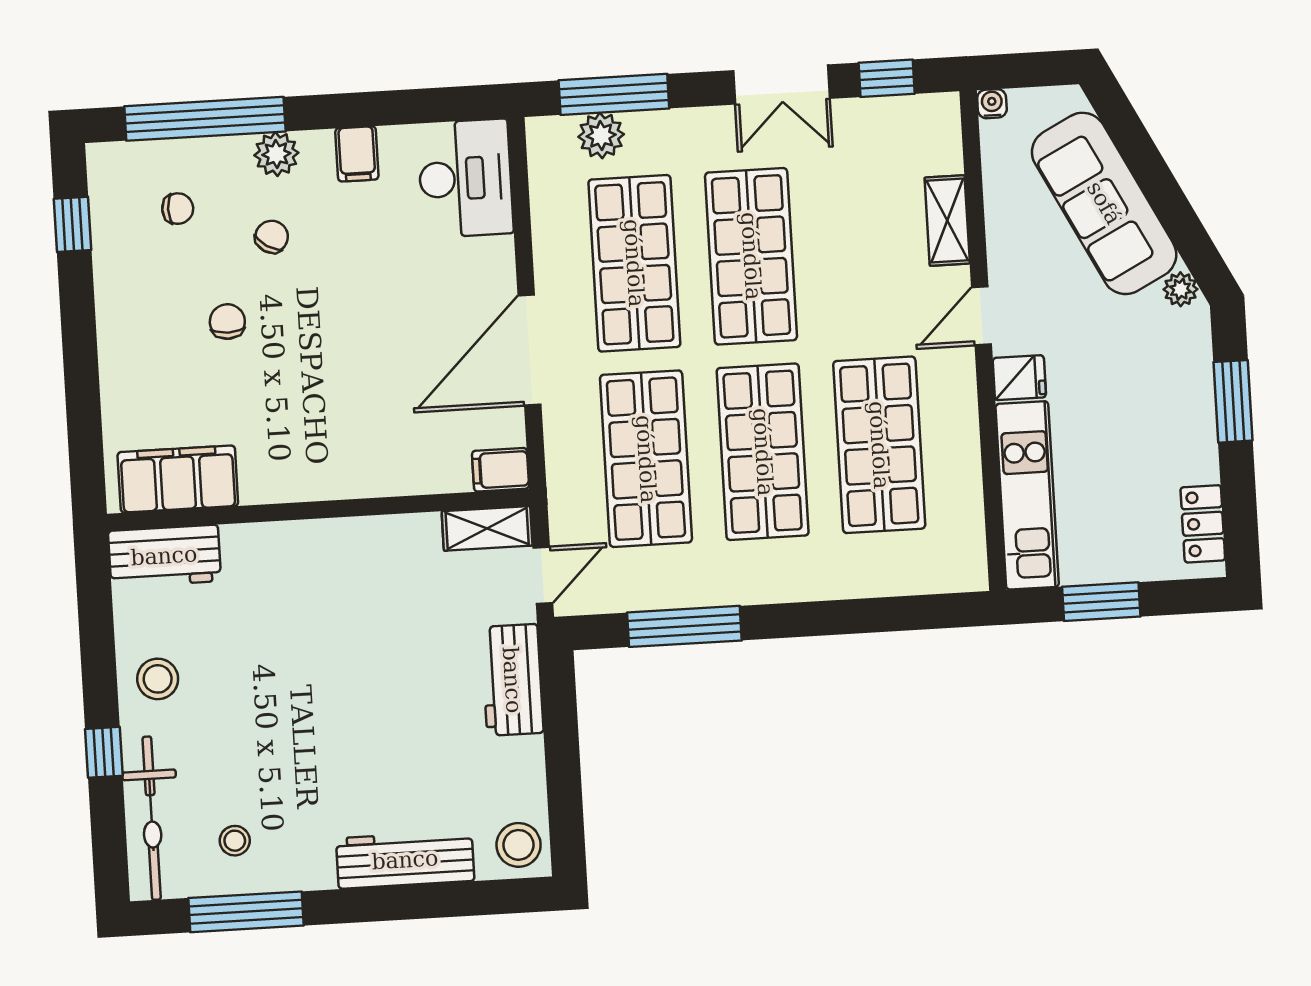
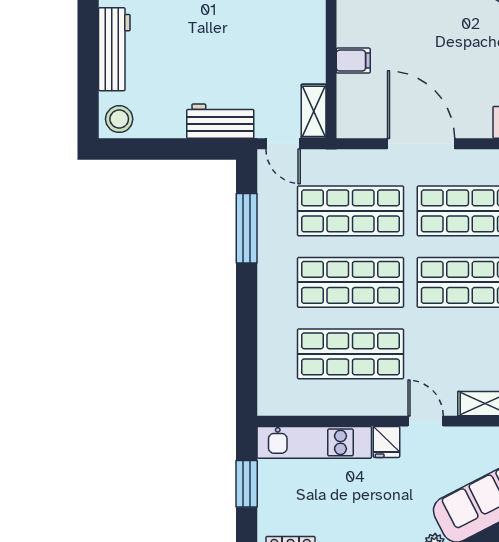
filing cabinet: (501, 470) -> (353, 61), moved, turned 90

